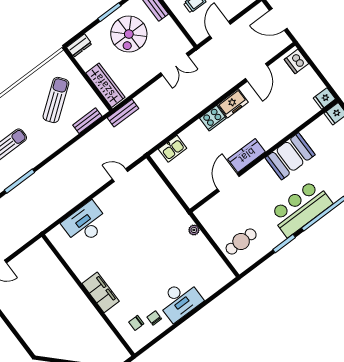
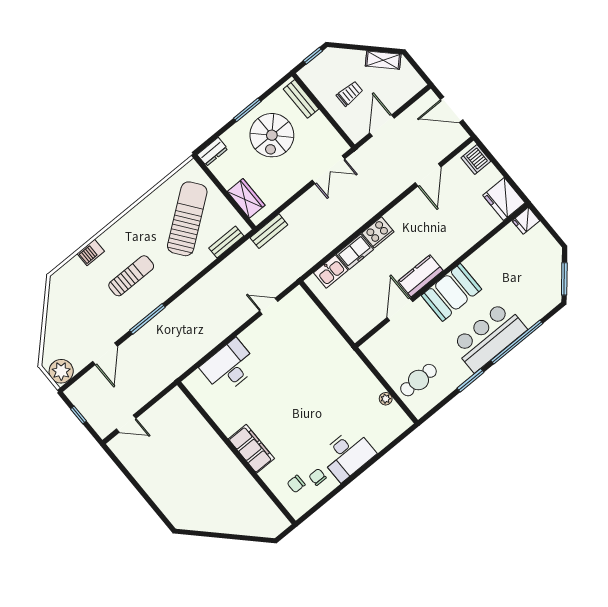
wardrobe: (105, 85) -> (246, 198), width x0.67
fridge: (324, 98) -> (504, 199), width x1.88, depth x1.34
sun lounger: (56, 100) -> (187, 219), width x1.36, depth x1.34
freezer: (233, 103) -> (355, 252), moved
booth: (290, 156) -> (451, 292), moved
plant: (194, 230) -> (386, 399), moved

